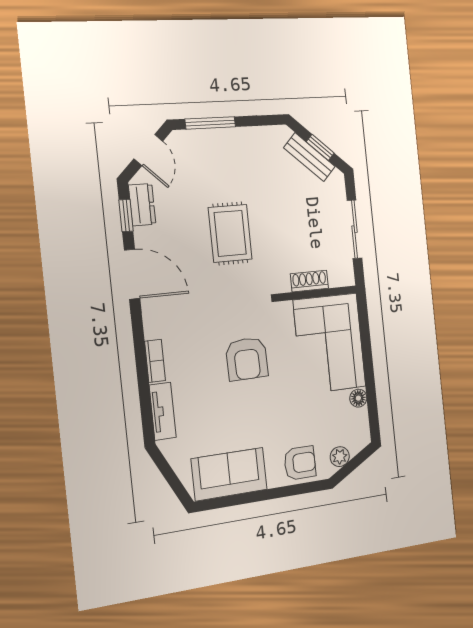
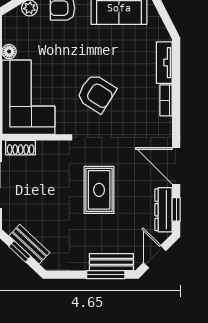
bench: (205, 140) -> (111, 262), added
dresser: (142, 205) -> (164, 210), width x1.44
shoe rack: (309, 281) -> (21, 148), moved
armchair: (247, 359) -> (96, 93), turned 123

